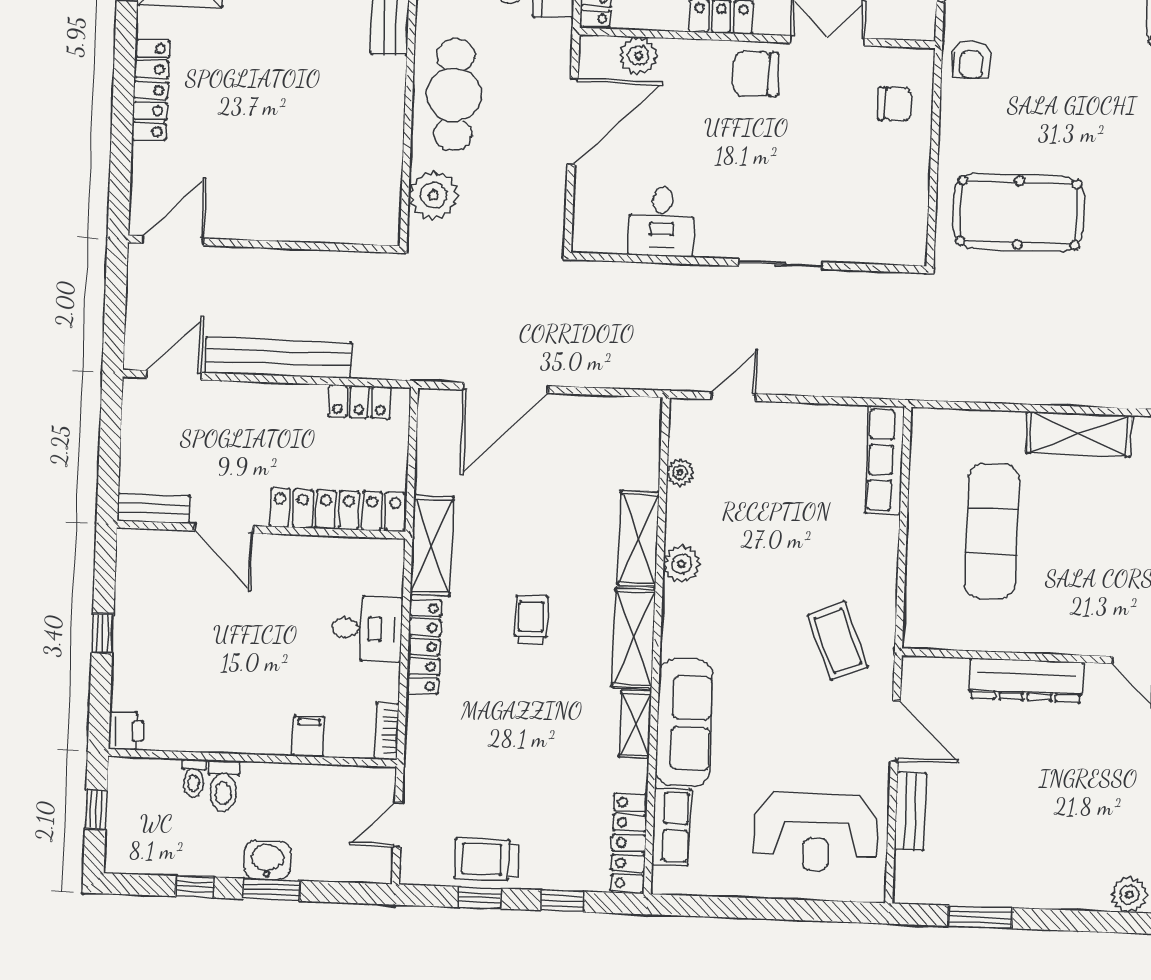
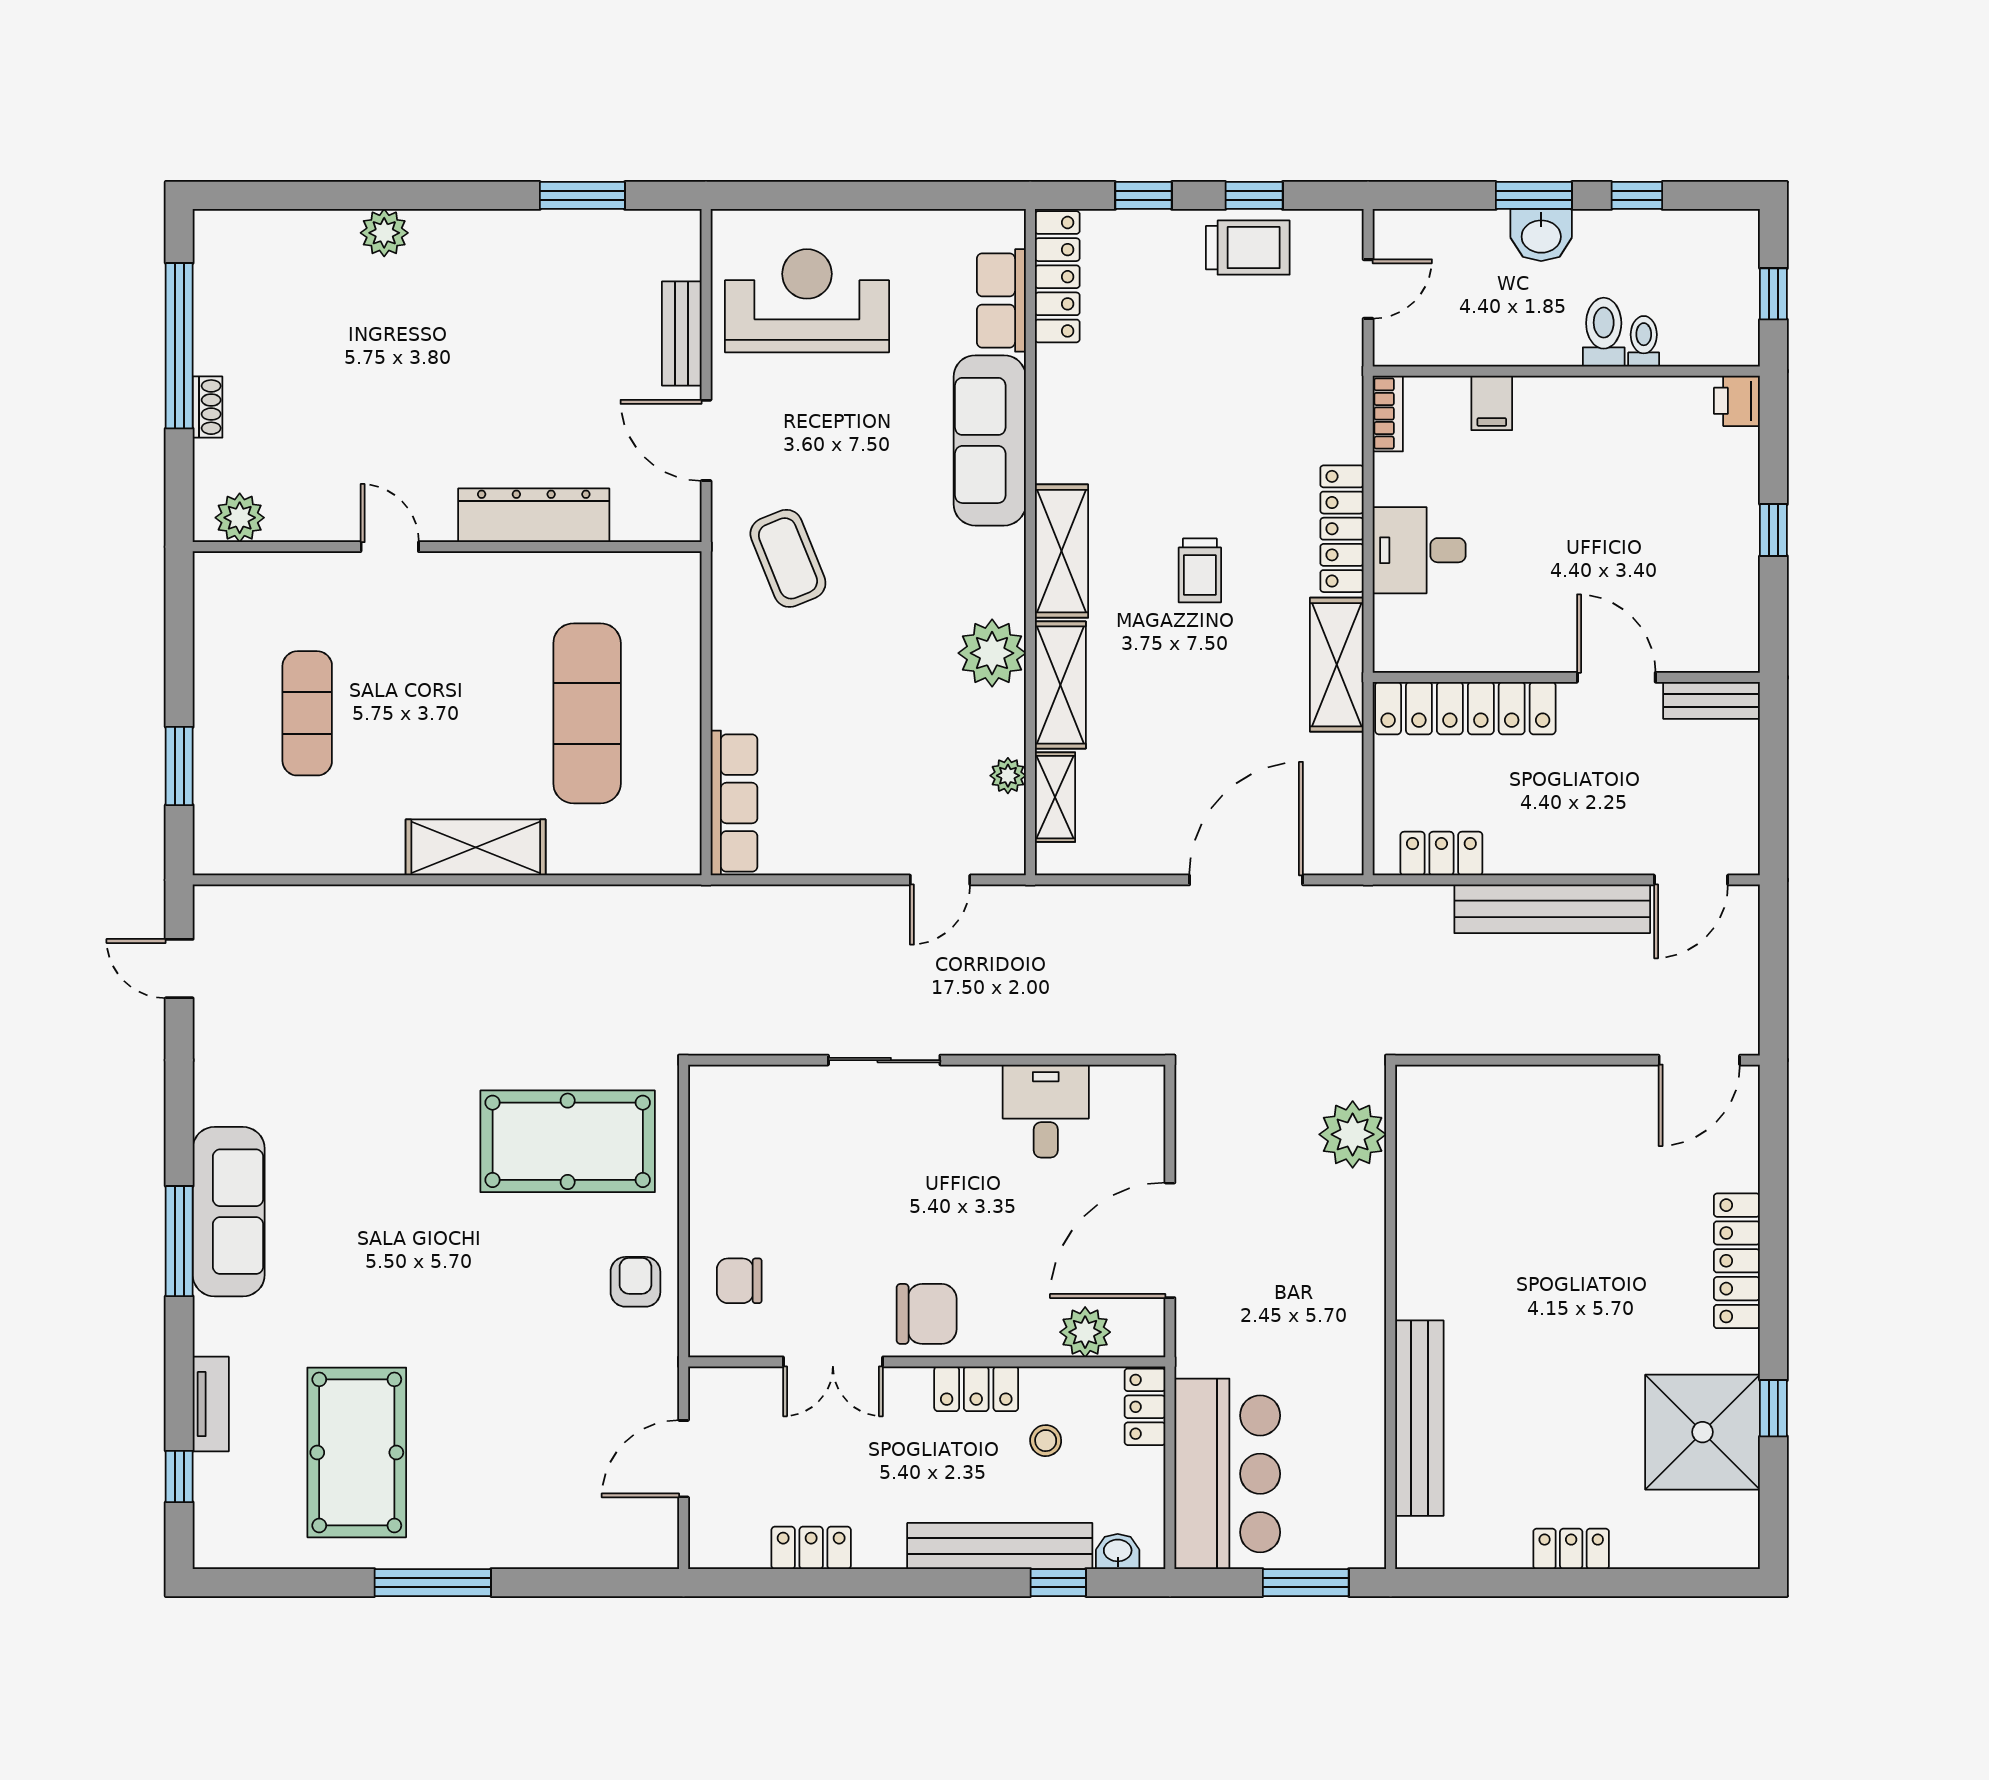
armchair: (972, 59) -> (635, 1282), moved
cafe table: (454, 95) -> (1330, 1270), removed
plant: (682, 564) -> (992, 653), width x1.36, depth x1.36
shelving: (635, 724) -> (1055, 797), moved

